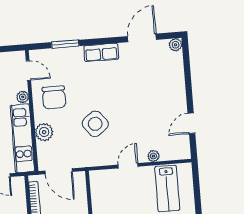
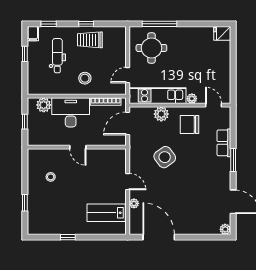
window: (65, 44) -> (233, 160), moved
row of seats: (101, 52) -> (224, 143), moved
door: (28, 71) -> (214, 105), swing flipped
door: (191, 123) -> (159, 237), width x1.88

